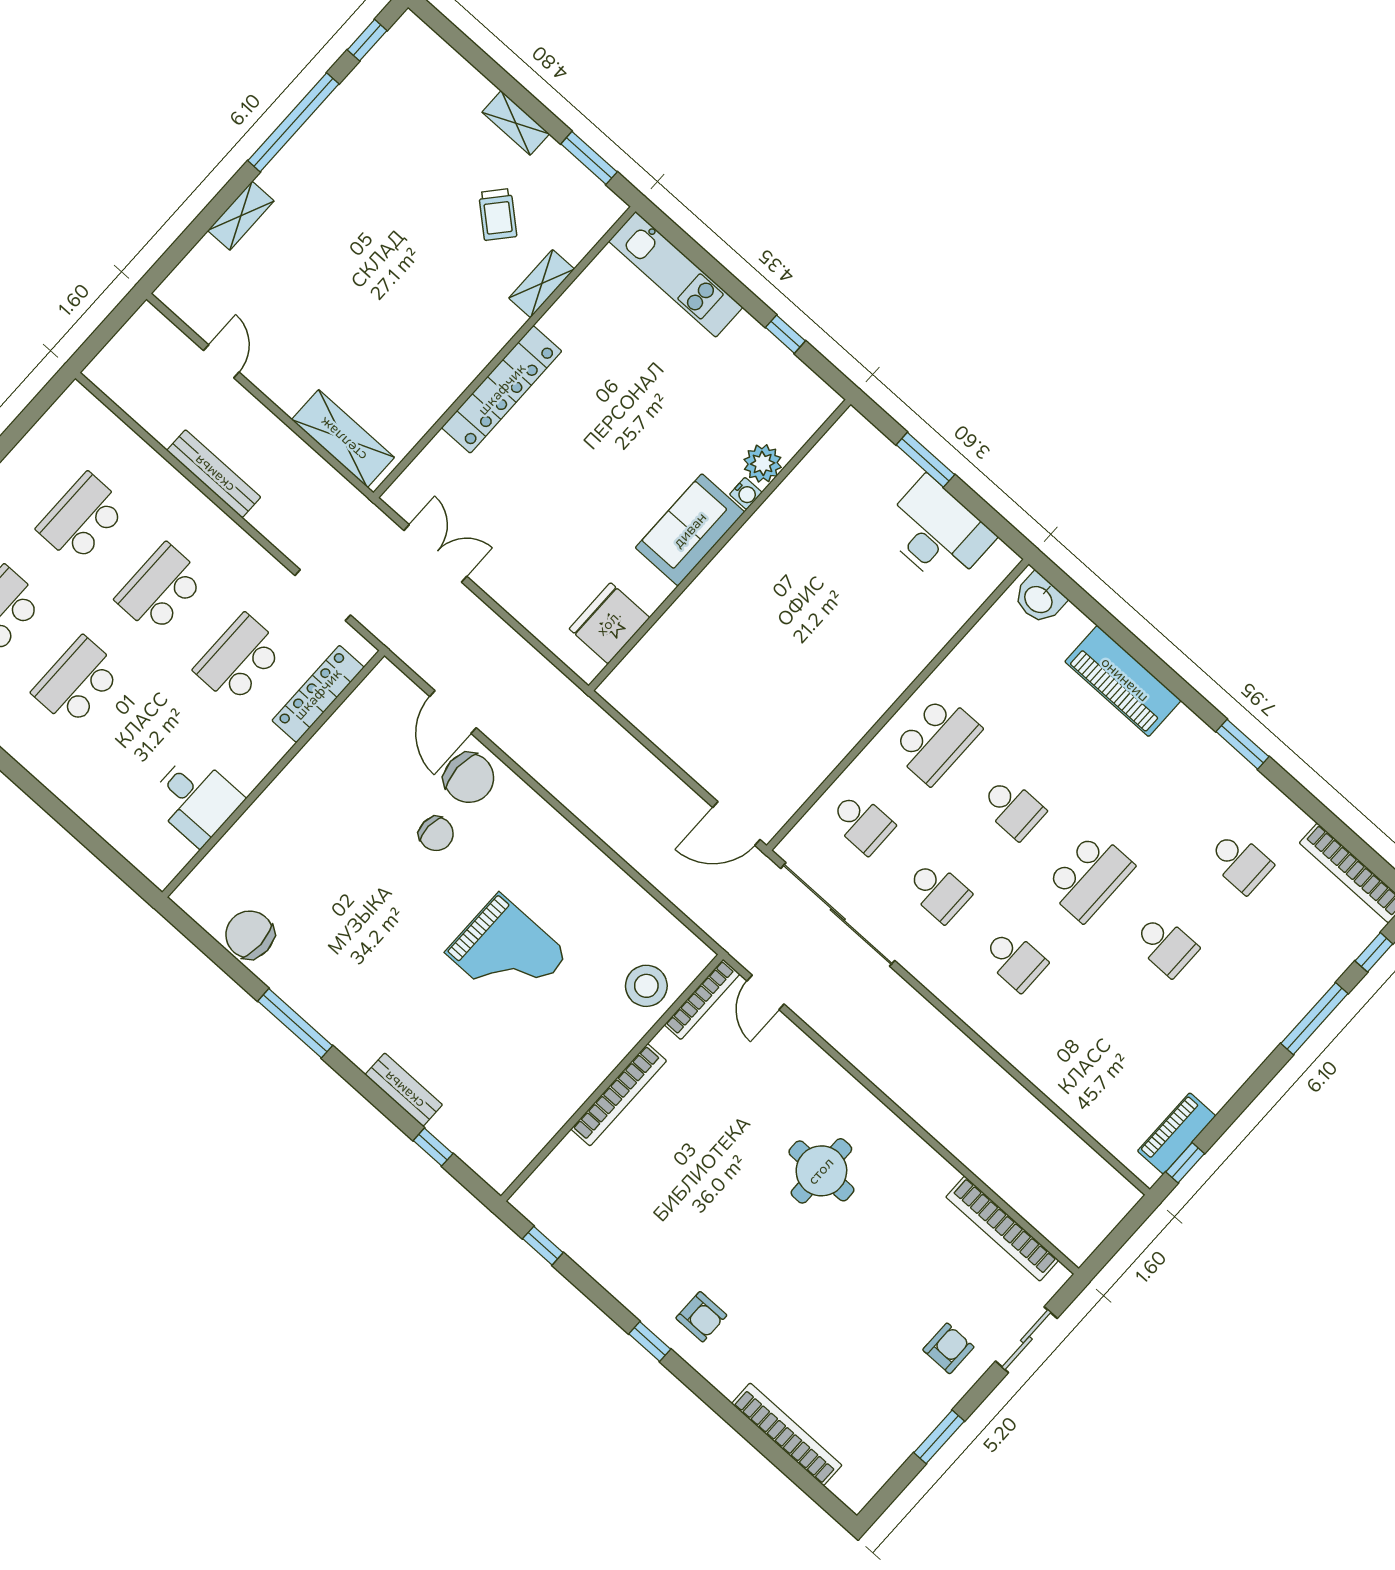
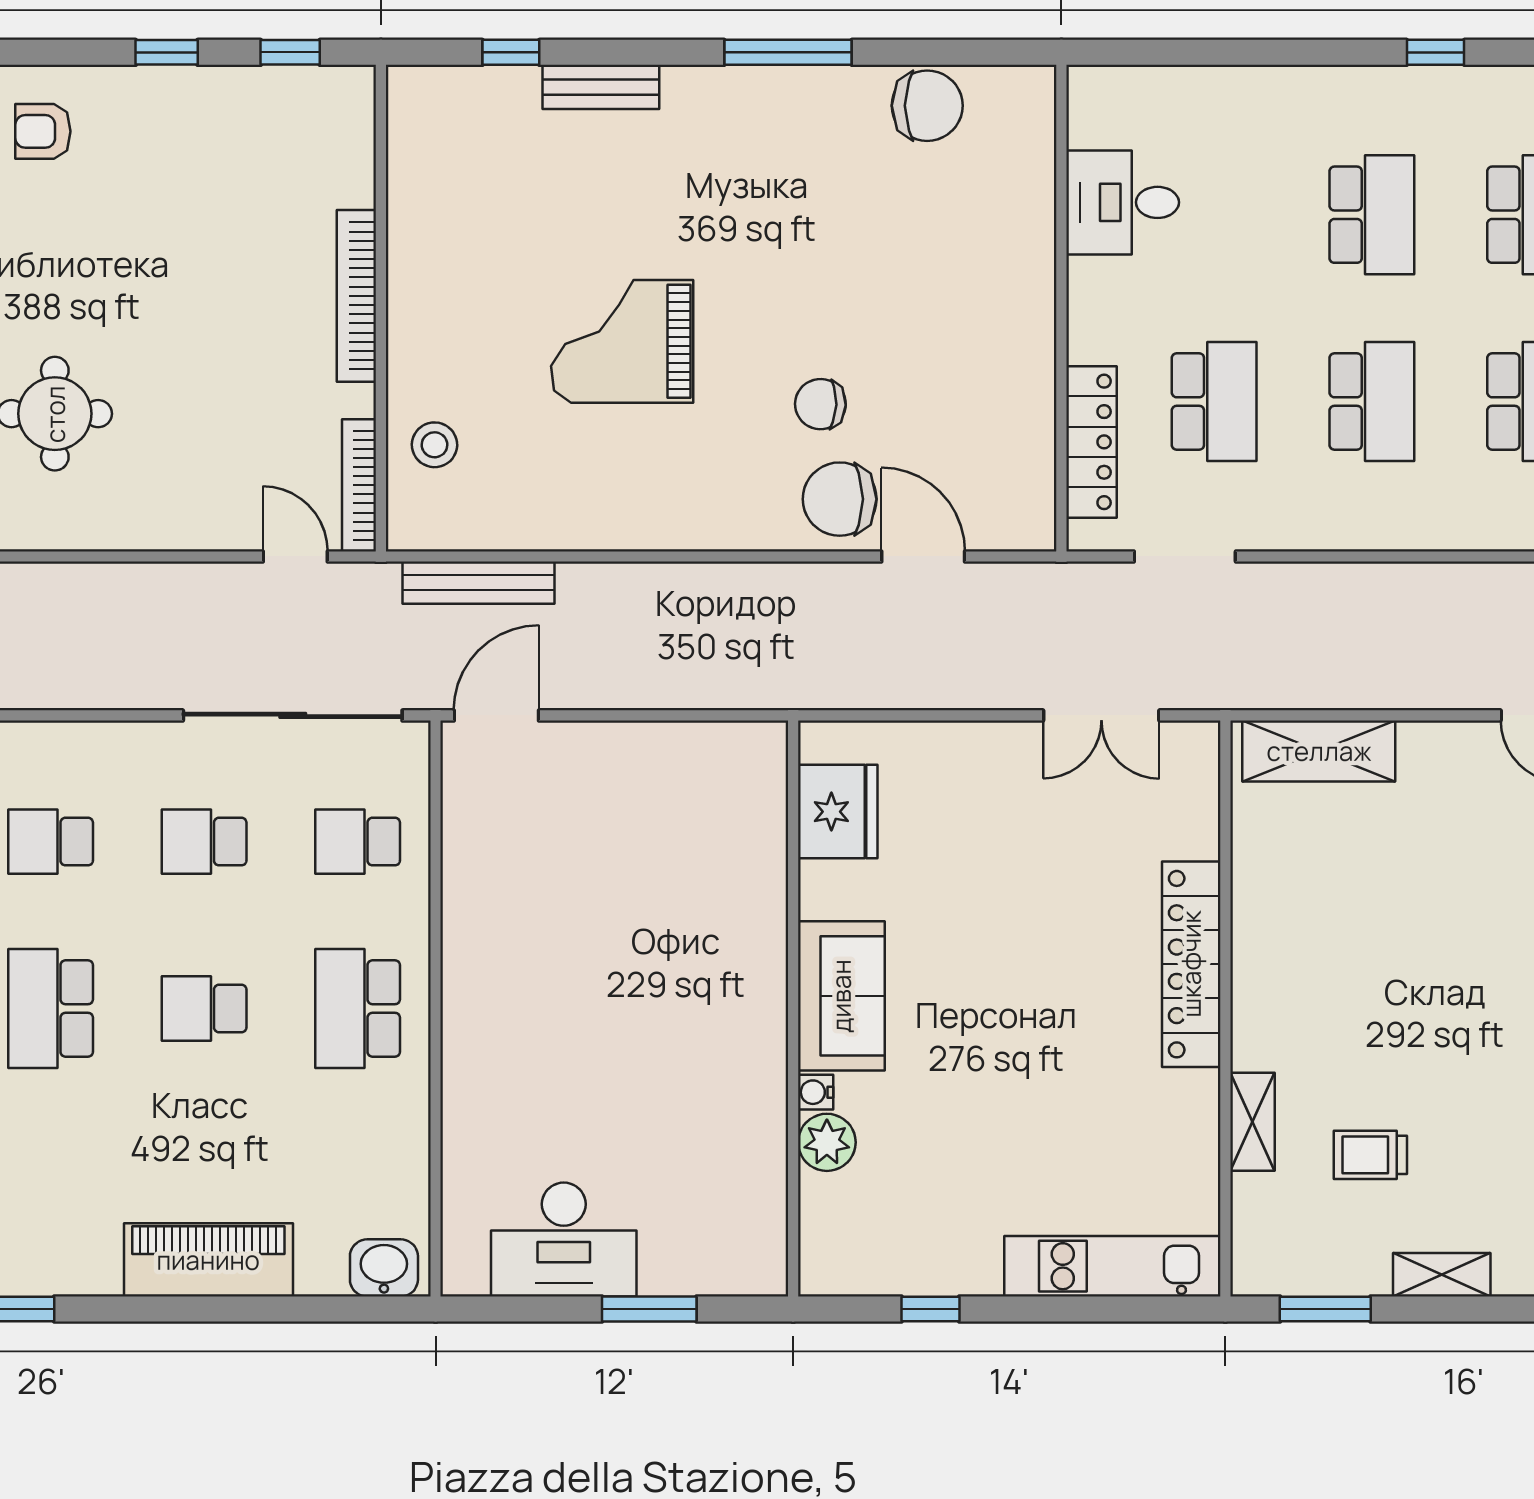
trolley: (498, 214) -> (1370, 1155), turned -41
bench: (214, 474) -> (478, 583), moved
stool: (646, 986) -> (435, 445), width x0.73, depth x0.73
window: (650, 1342) -> (167, 52), moved

